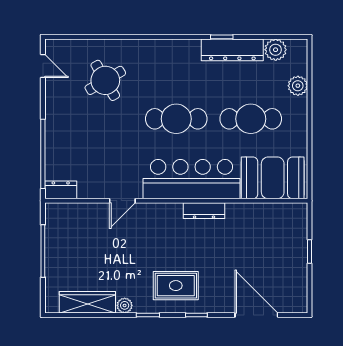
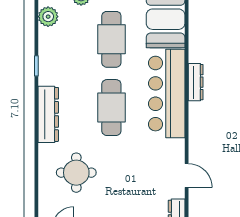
dresser: (232, 50) -> (48, 114), moved
round table: (105, 80) -> (76, 173), turned 30
door: (122, 201) -> (187, 176), moved

